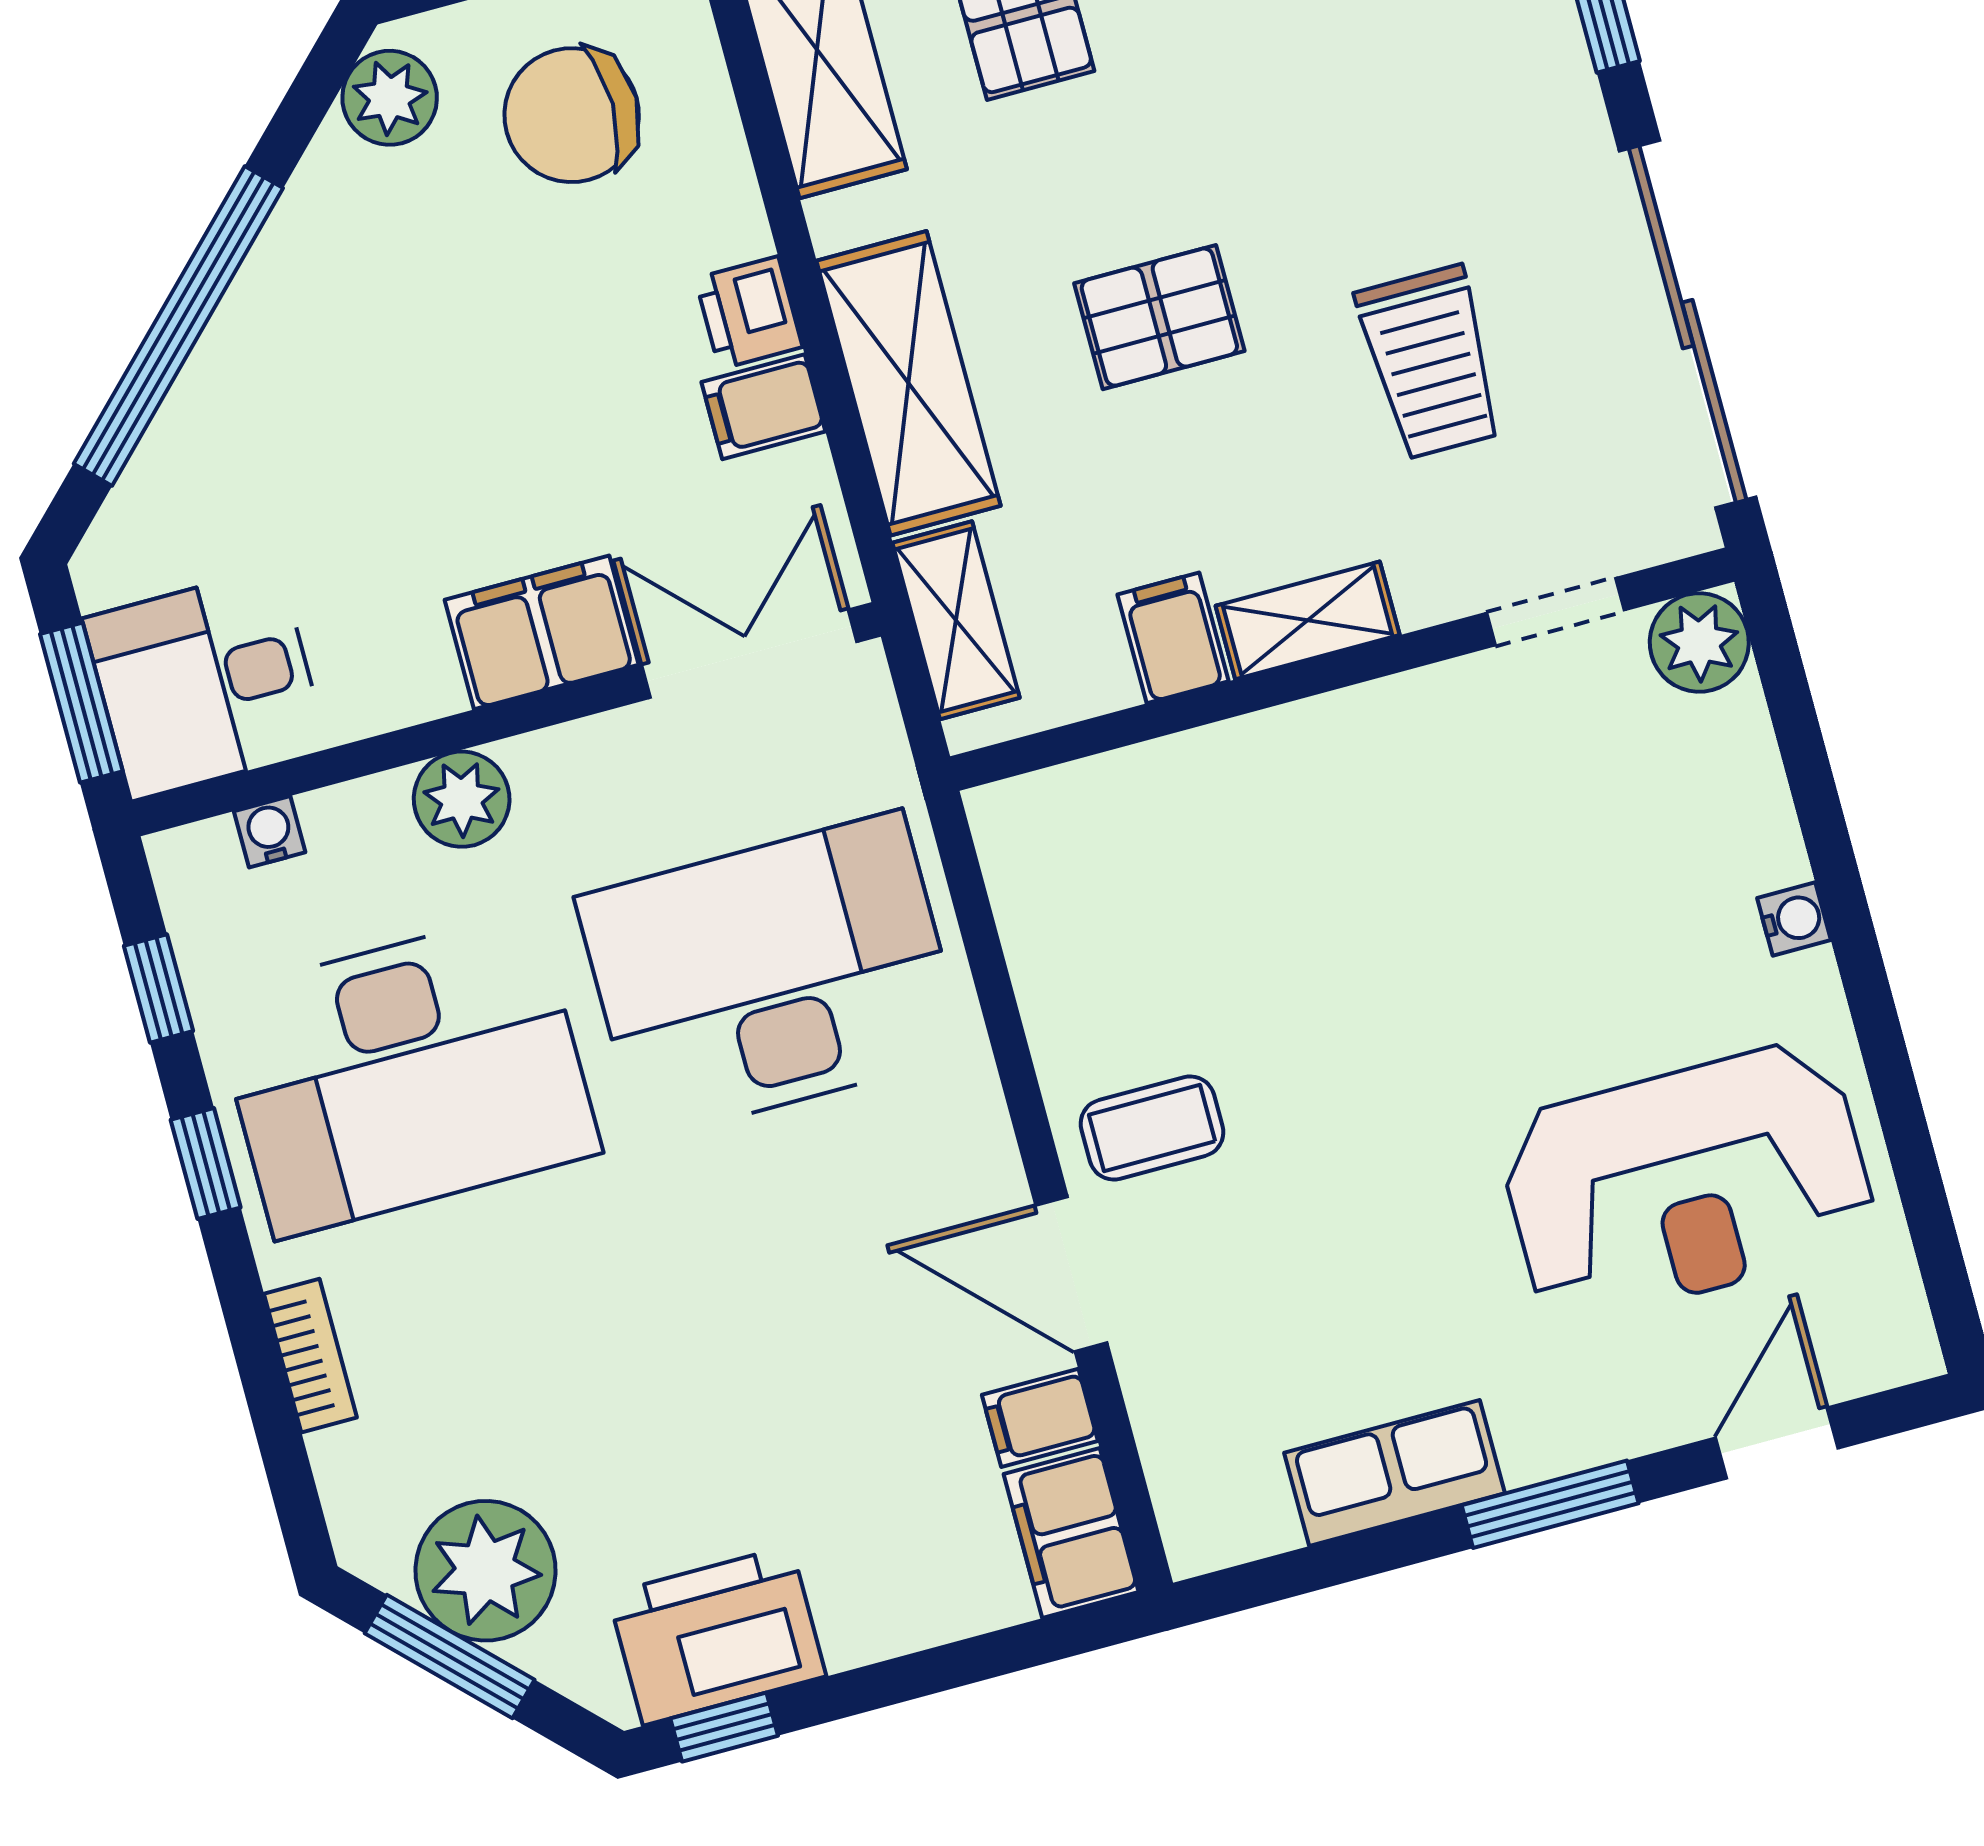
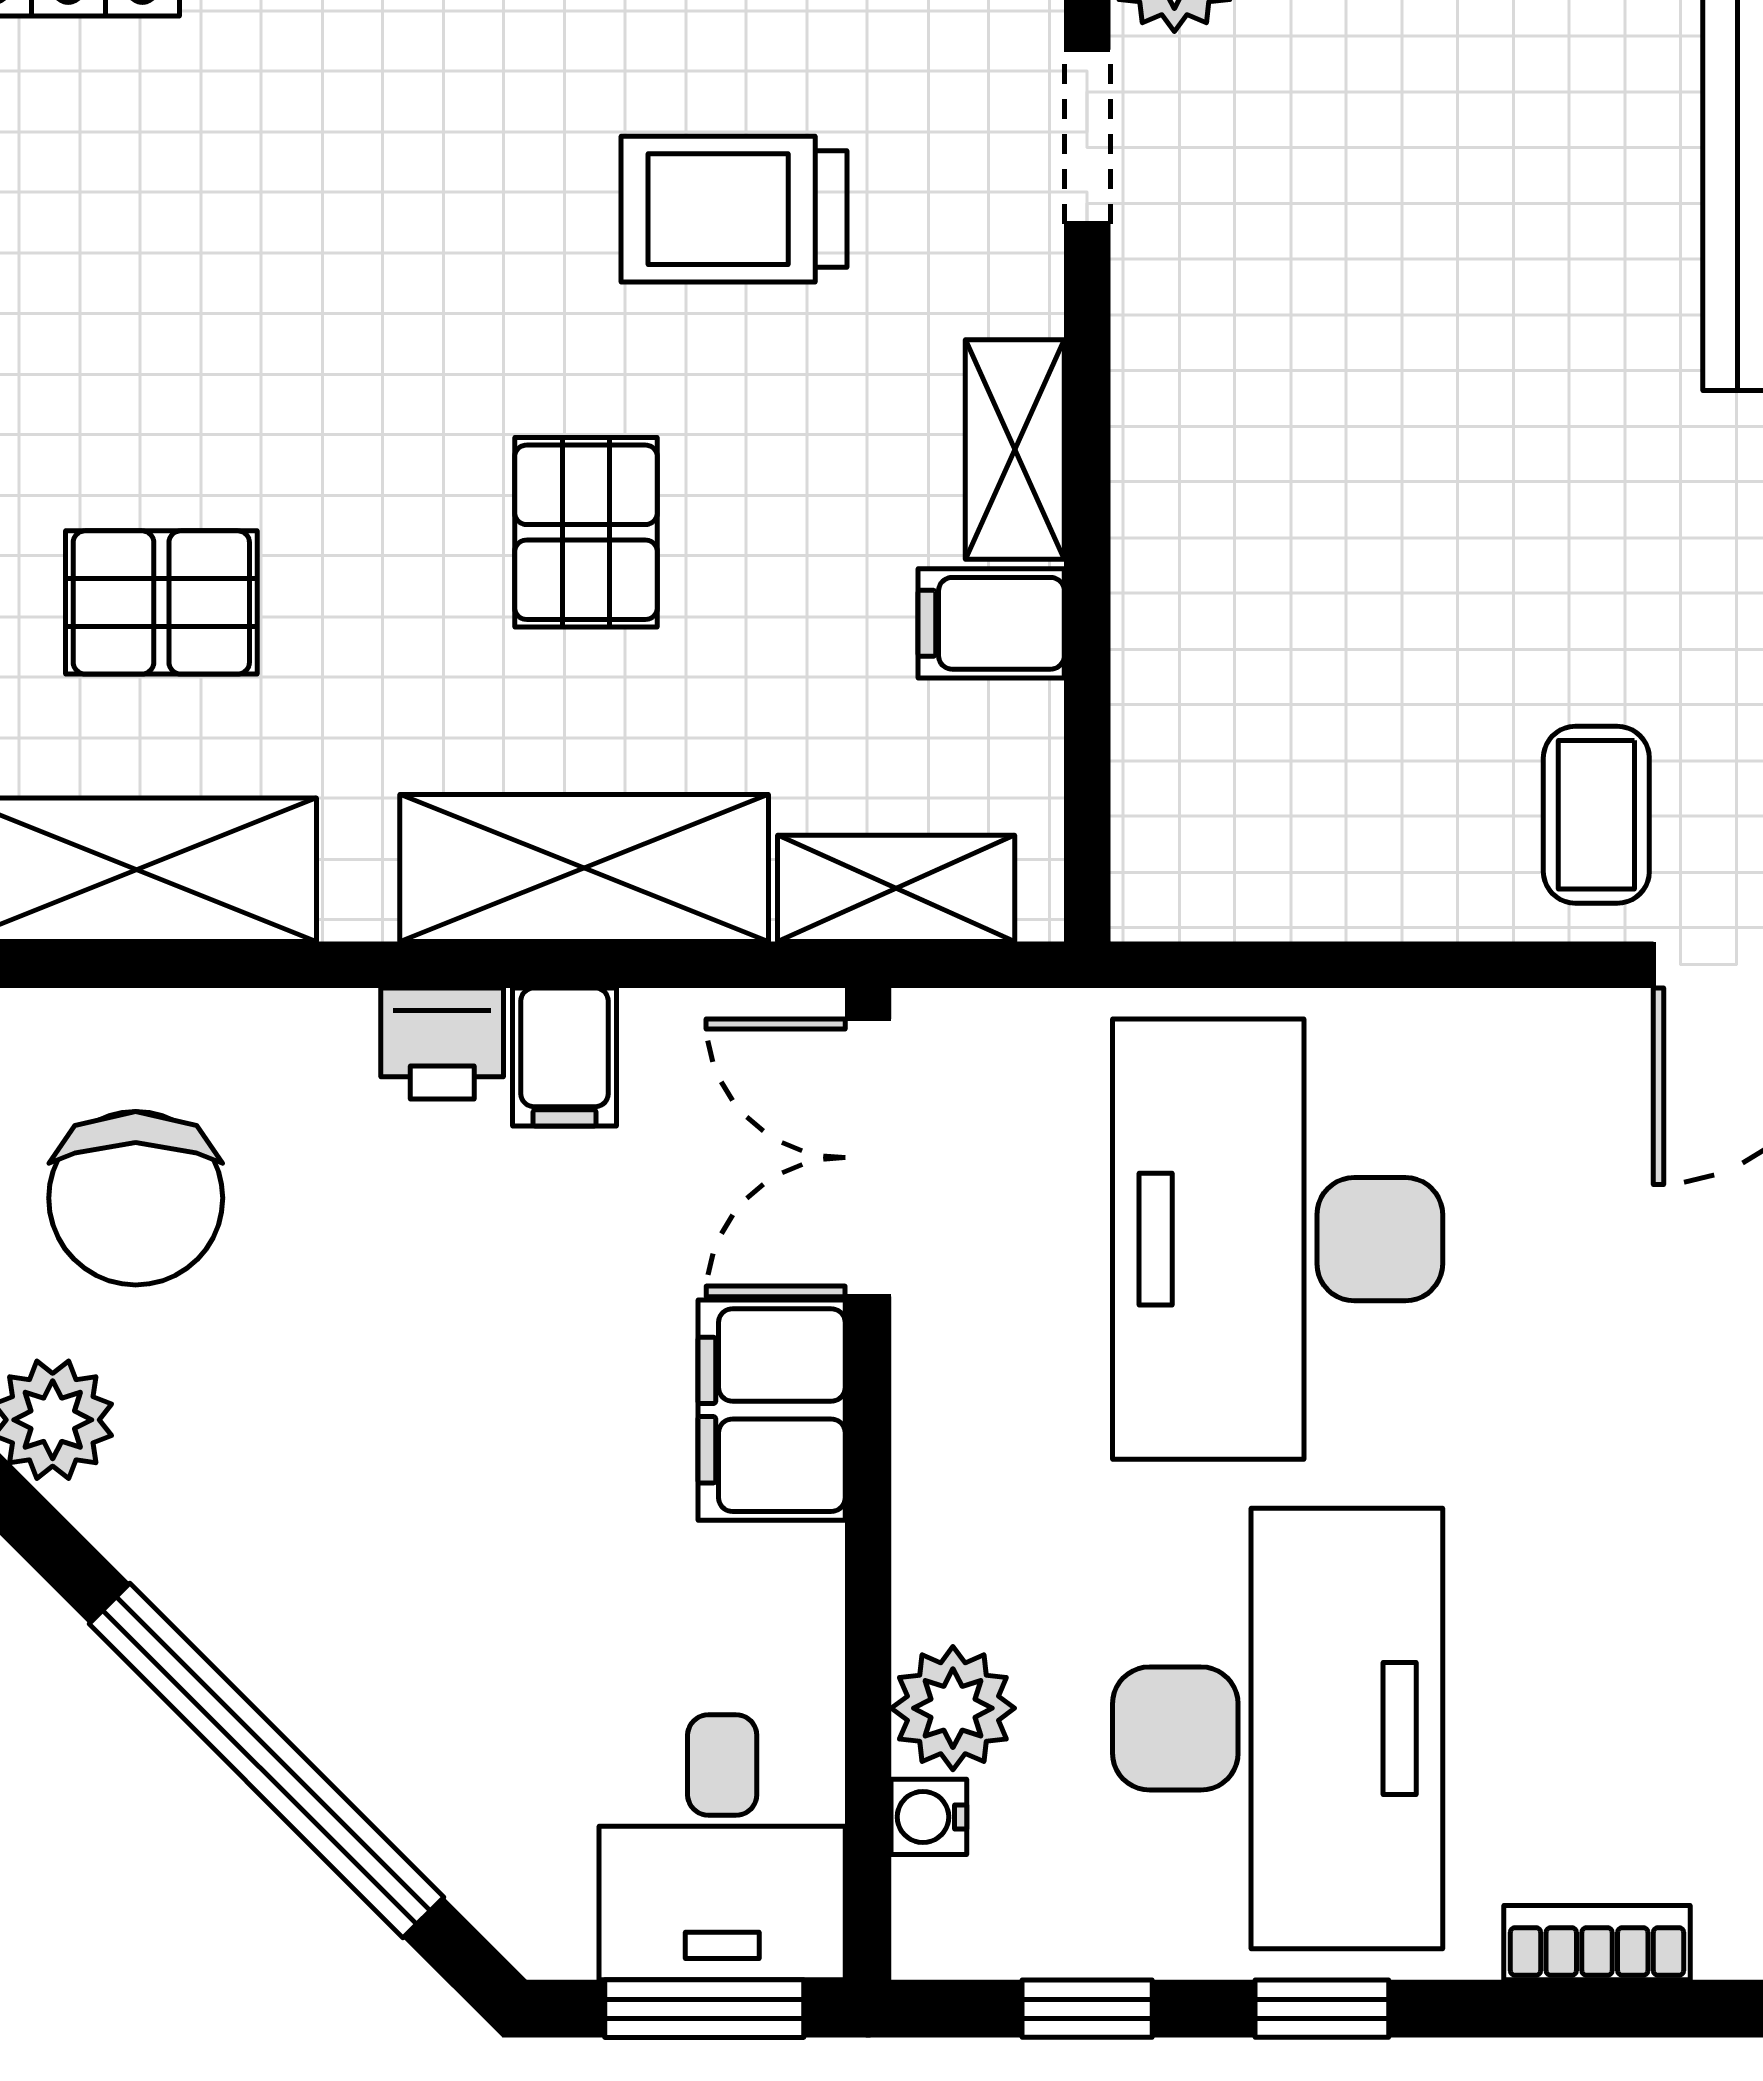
trolley: (1430, 362) -> (734, 209), turned 180
plant: (462, 799) -> (953, 1708), moved

